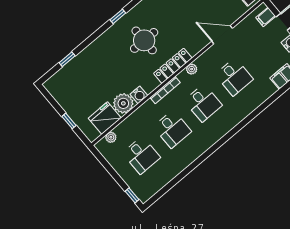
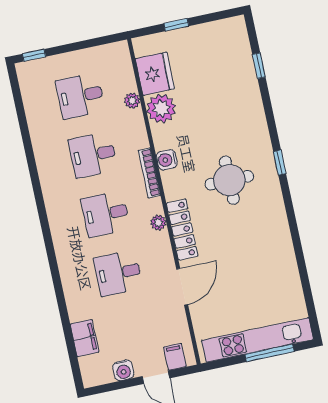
locker: (173, 66) -> (182, 230), moved
water cooler: (139, 95) -> (167, 160), moved
plant: (111, 137) -> (132, 101), moved

